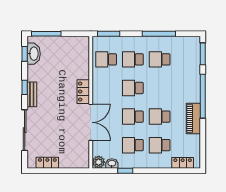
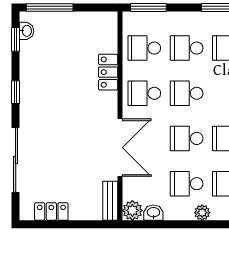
washbasin: (34, 54) -> (26, 31), width x0.52, depth x0.69
school desk: (106, 88) -> (144, 93), added
locker: (83, 92) -> (108, 72), moved
bench: (32, 94) -> (110, 201), moved
plant: (143, 163) -> (202, 213), added
window: (125, 171) -> (175, 224), removed

